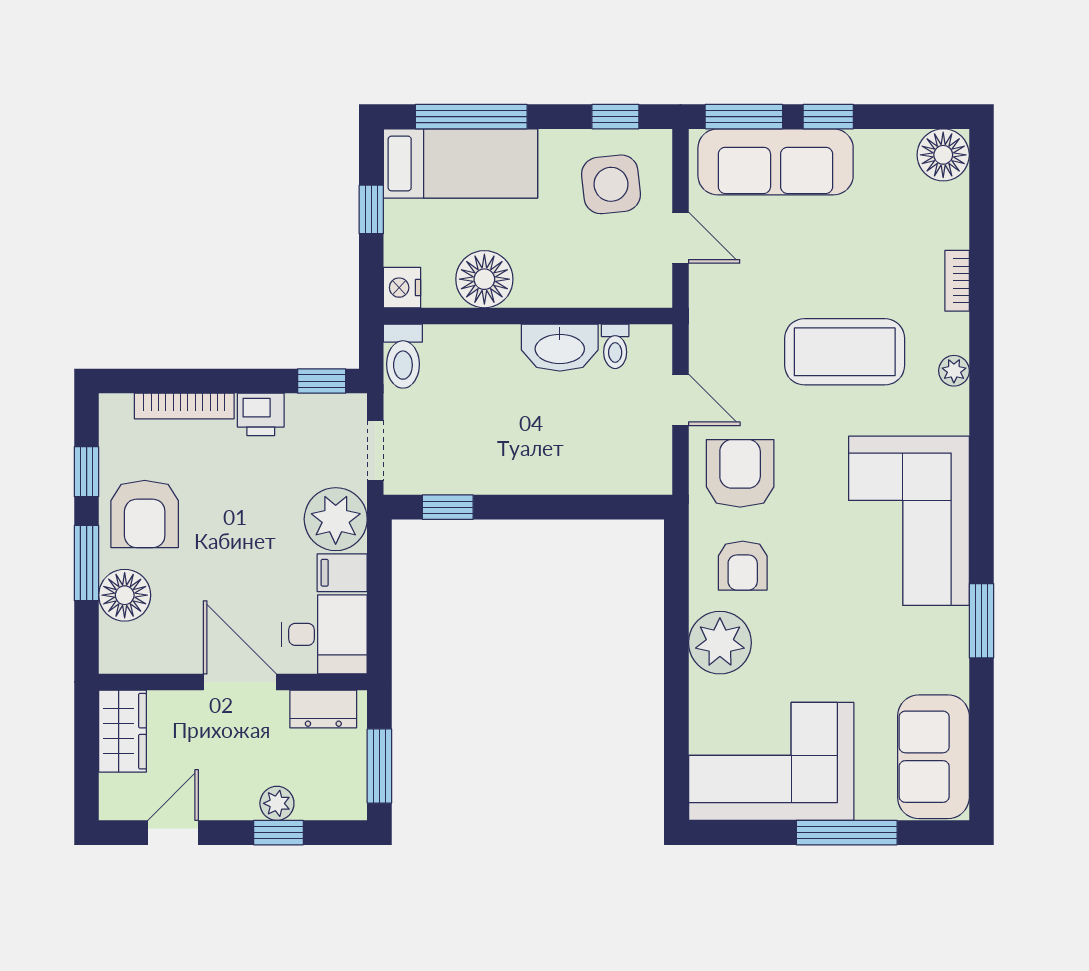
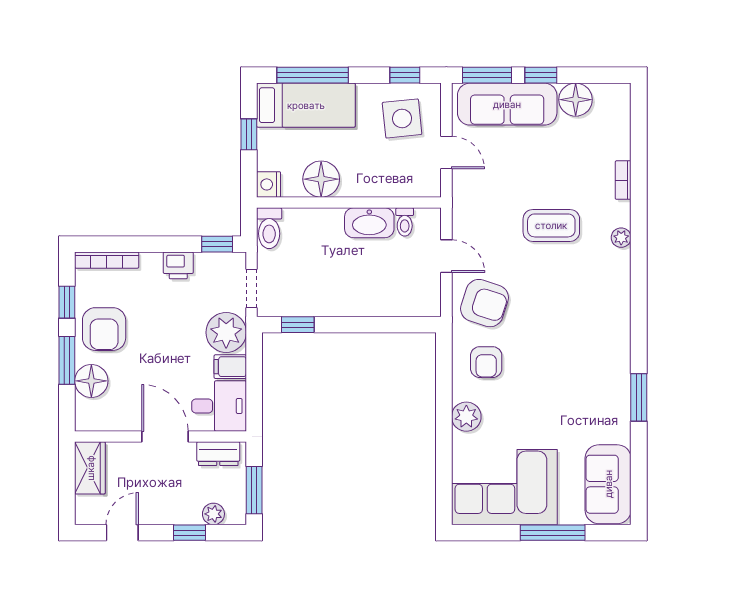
floor lamp: (943, 155) -> (576, 100), moved
coffee table: (845, 352) -> (551, 225), width x0.73, depth x0.76
bookcase: (184, 406) -> (107, 260), moved
armchair: (740, 473) -> (484, 303), turned 108
corner sofa: (909, 521) -> (592, 333), removed
plant: (720, 643) -> (466, 417), width x0.73, depth x0.73
plant: (277, 803) -> (213, 514), moved

